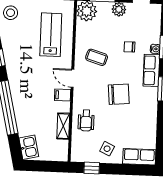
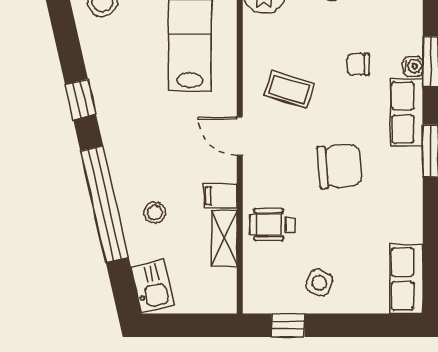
filing cabinet: (63, 95) -> (220, 196), moved
stool: (31, 113) -> (155, 212), added
wheelchair: (86, 120) -> (272, 225), turned 90
row of seats: (139, 157) -> (406, 279), moved, turned -90

